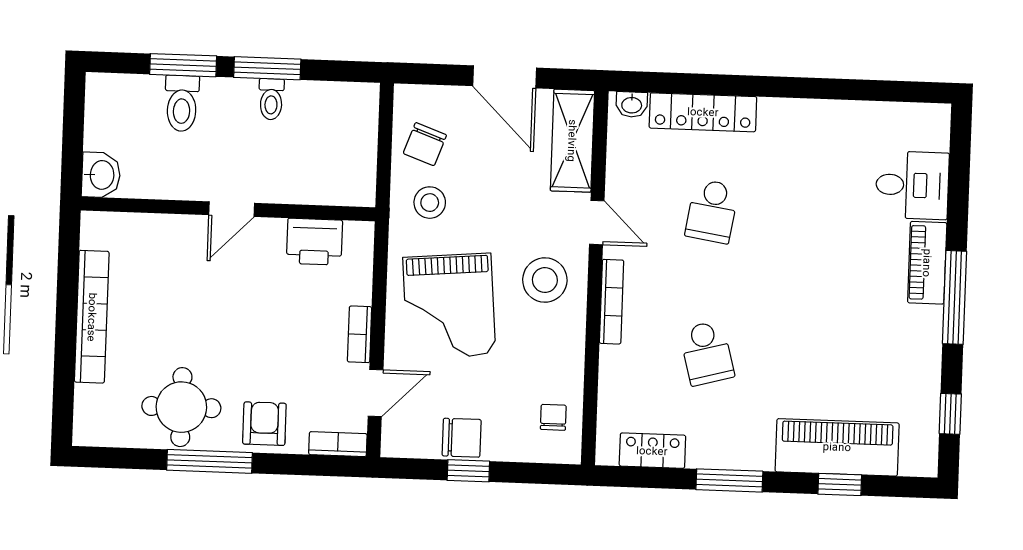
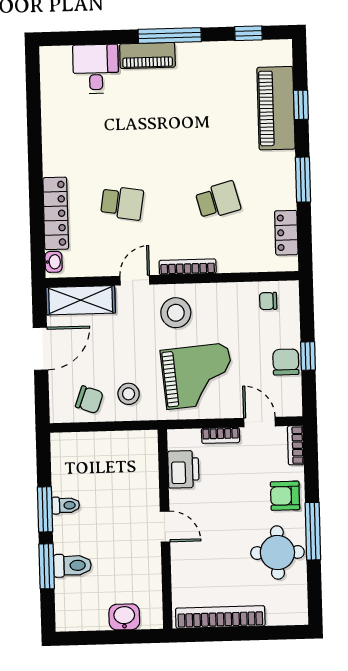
wall: (228, 209) -> (165, 529), moved
door: (232, 209) -> (165, 527), moved
printer: (314, 242) -> (183, 469), moved

